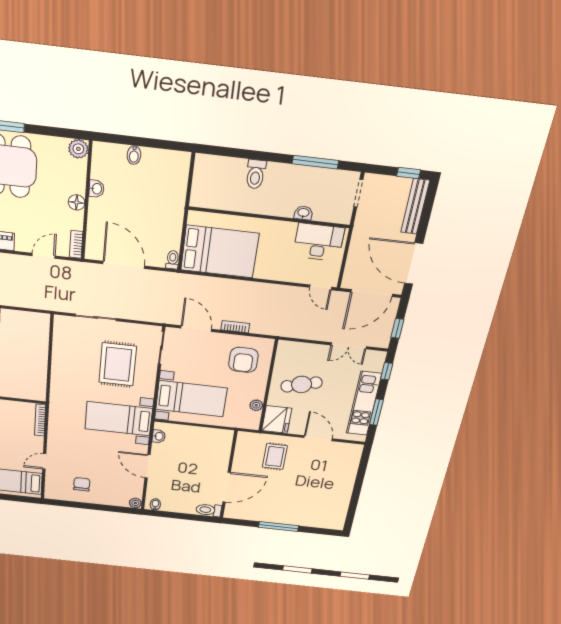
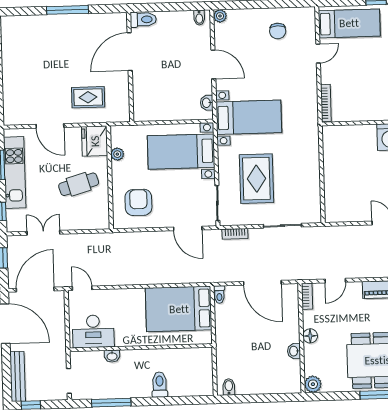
bidet: (134, 155) -> (229, 387), moved
bookcase: (235, 327) -> (235, 234), moved
rug: (275, 457) -> (88, 97), turned 90

